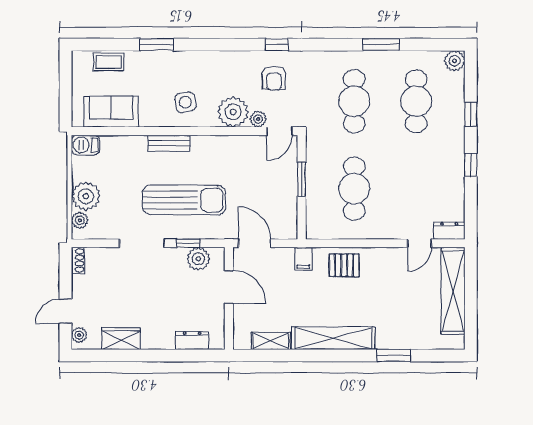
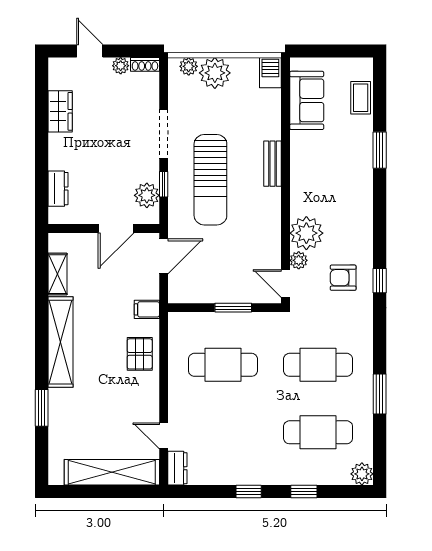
side table: (185, 102) -> (317, 181), removed
plant: (79, 335) -> (121, 66), moved

